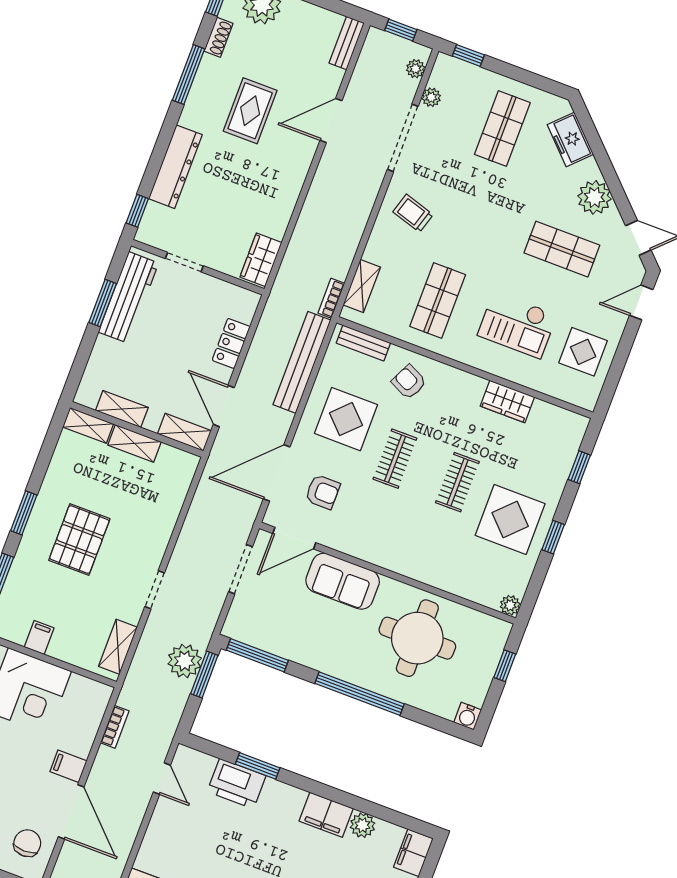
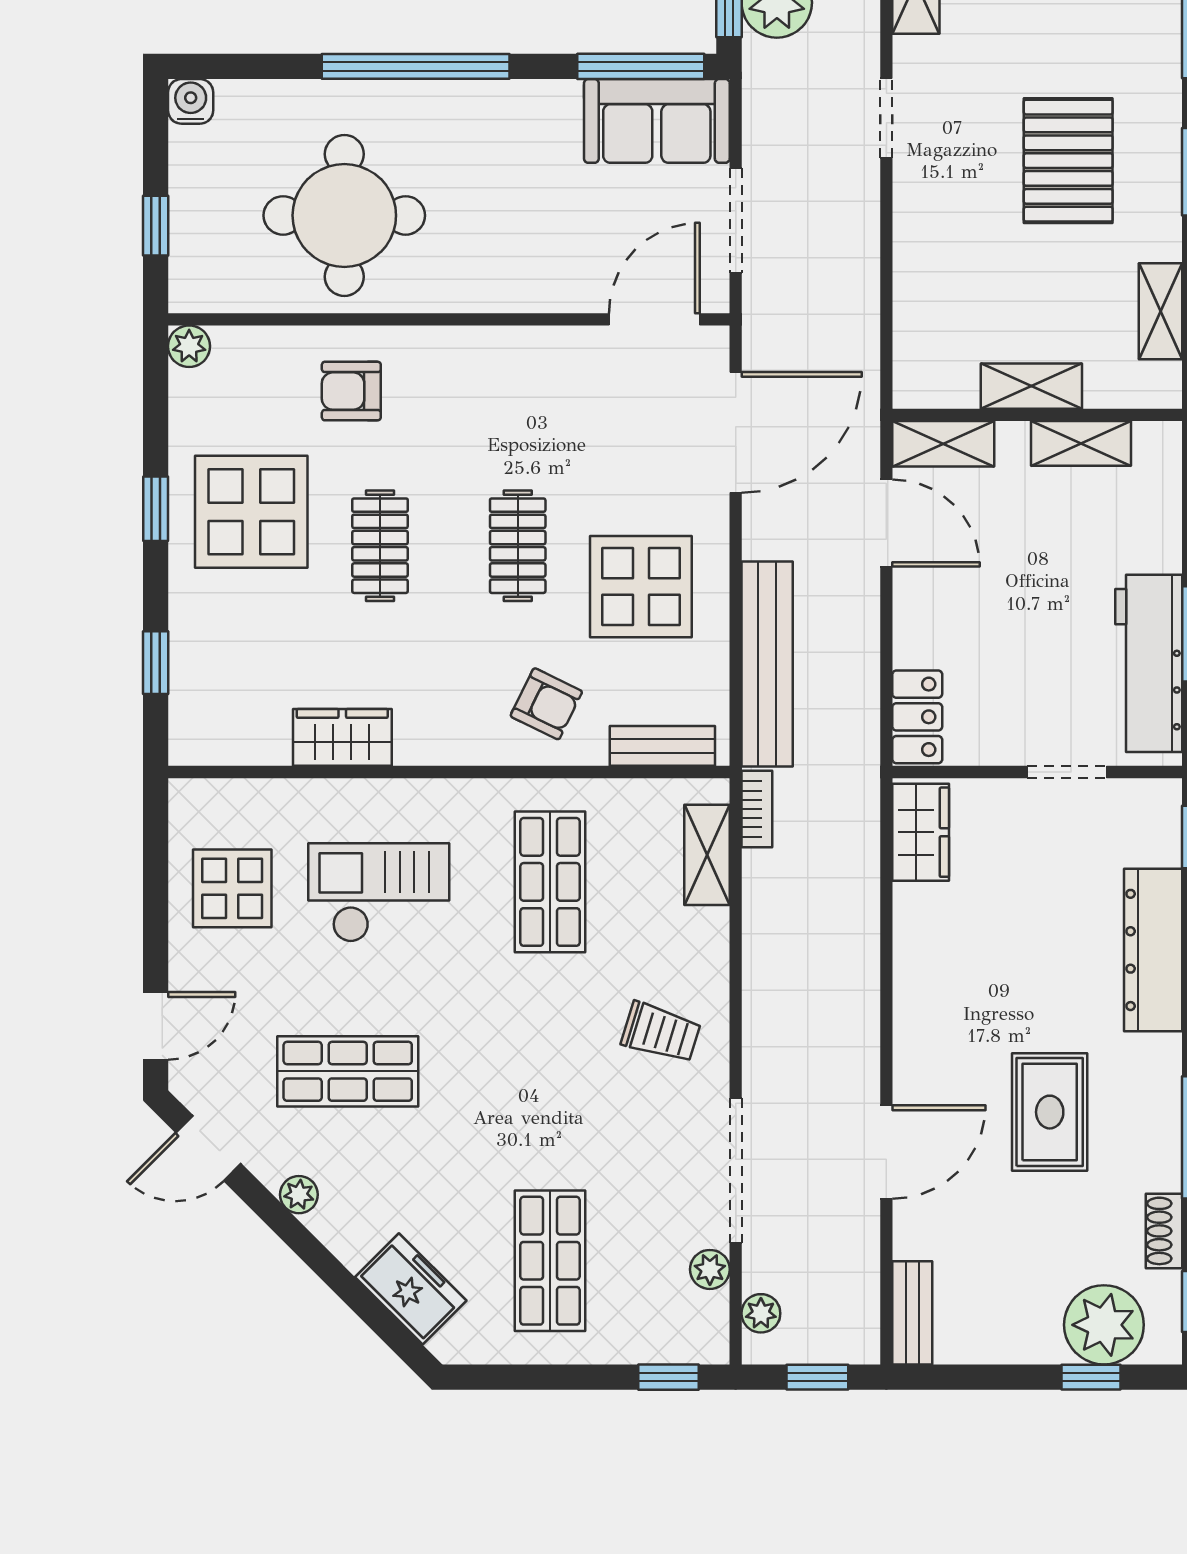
plant: (594, 197) -> (299, 1195), width x0.53, depth x0.53
locker: (231, 343) -> (917, 717), moved
shelving: (88, 425) -> (1161, 311), moved, turned 90
armchair: (323, 492) -> (351, 391), moved
sofa: (343, 581) -> (657, 121), moved, turned 180

